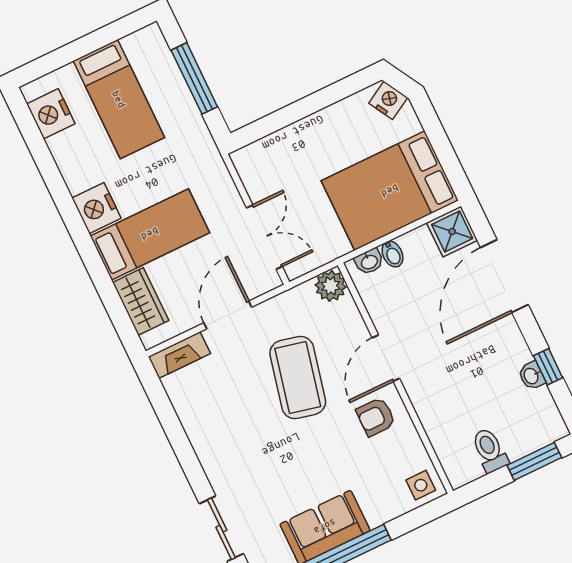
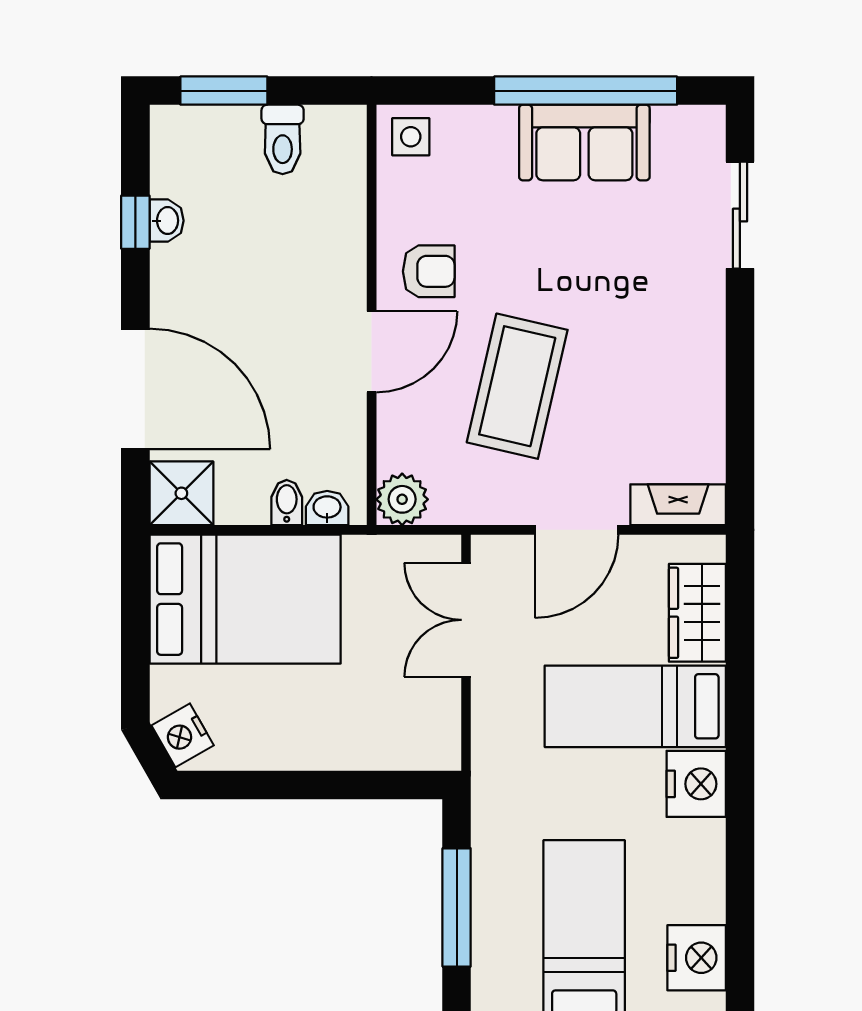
door: (504, 276) -> (135, 389), hinge flipped

